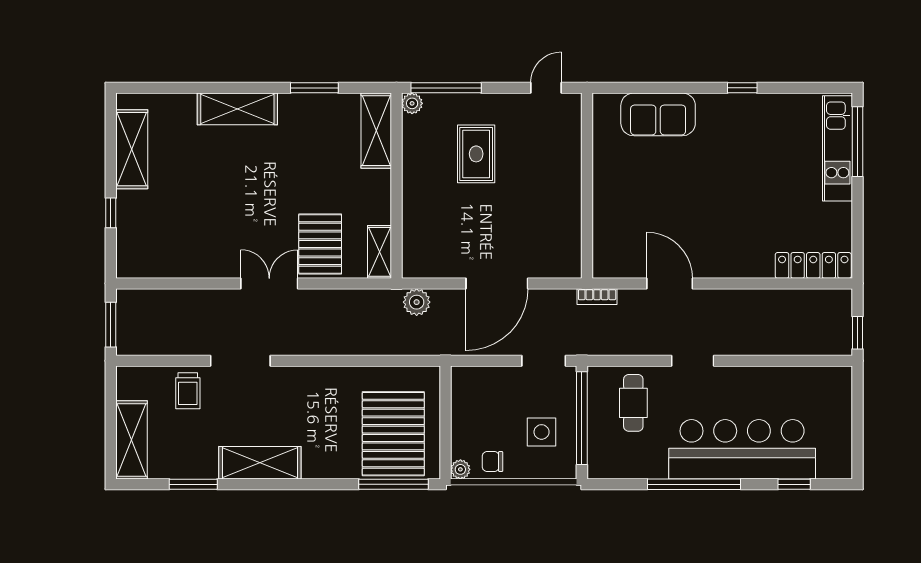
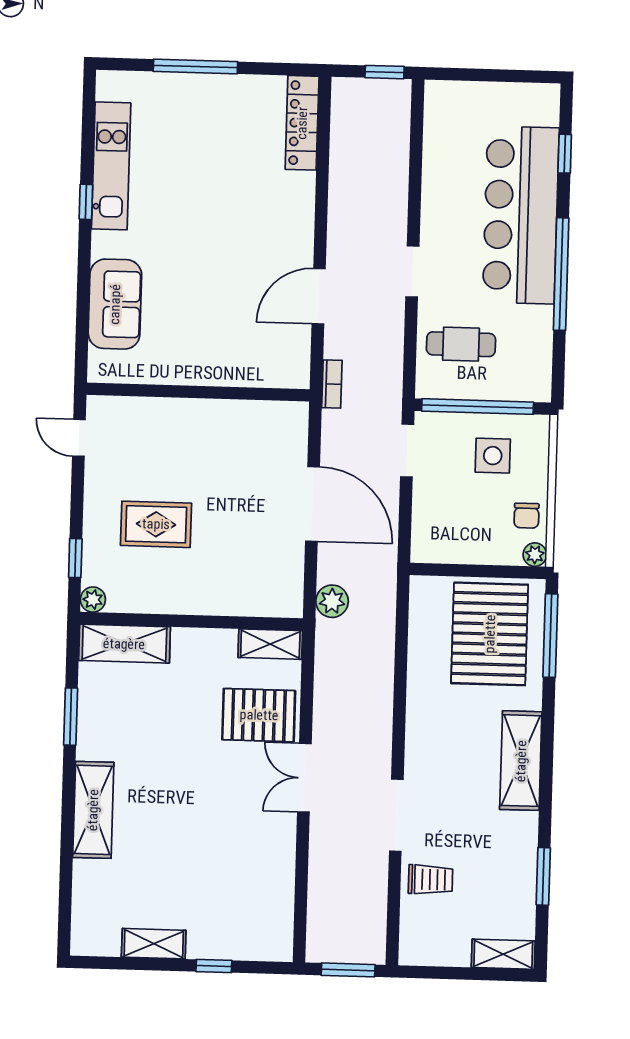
window: (446, 88) -> (75, 558), width x0.46
window: (857, 142) -> (195, 67), moved
kitchen unit: (837, 148) -> (111, 166), moved, turned -90
shelving: (132, 149) -> (154, 944), width x0.67, depth x0.75
pallet: (393, 434) -> (490, 634), turned 90
shelving: (132, 440) -> (503, 954), width x0.67, depth x0.75
shelving: (260, 463) -> (521, 761), moved

